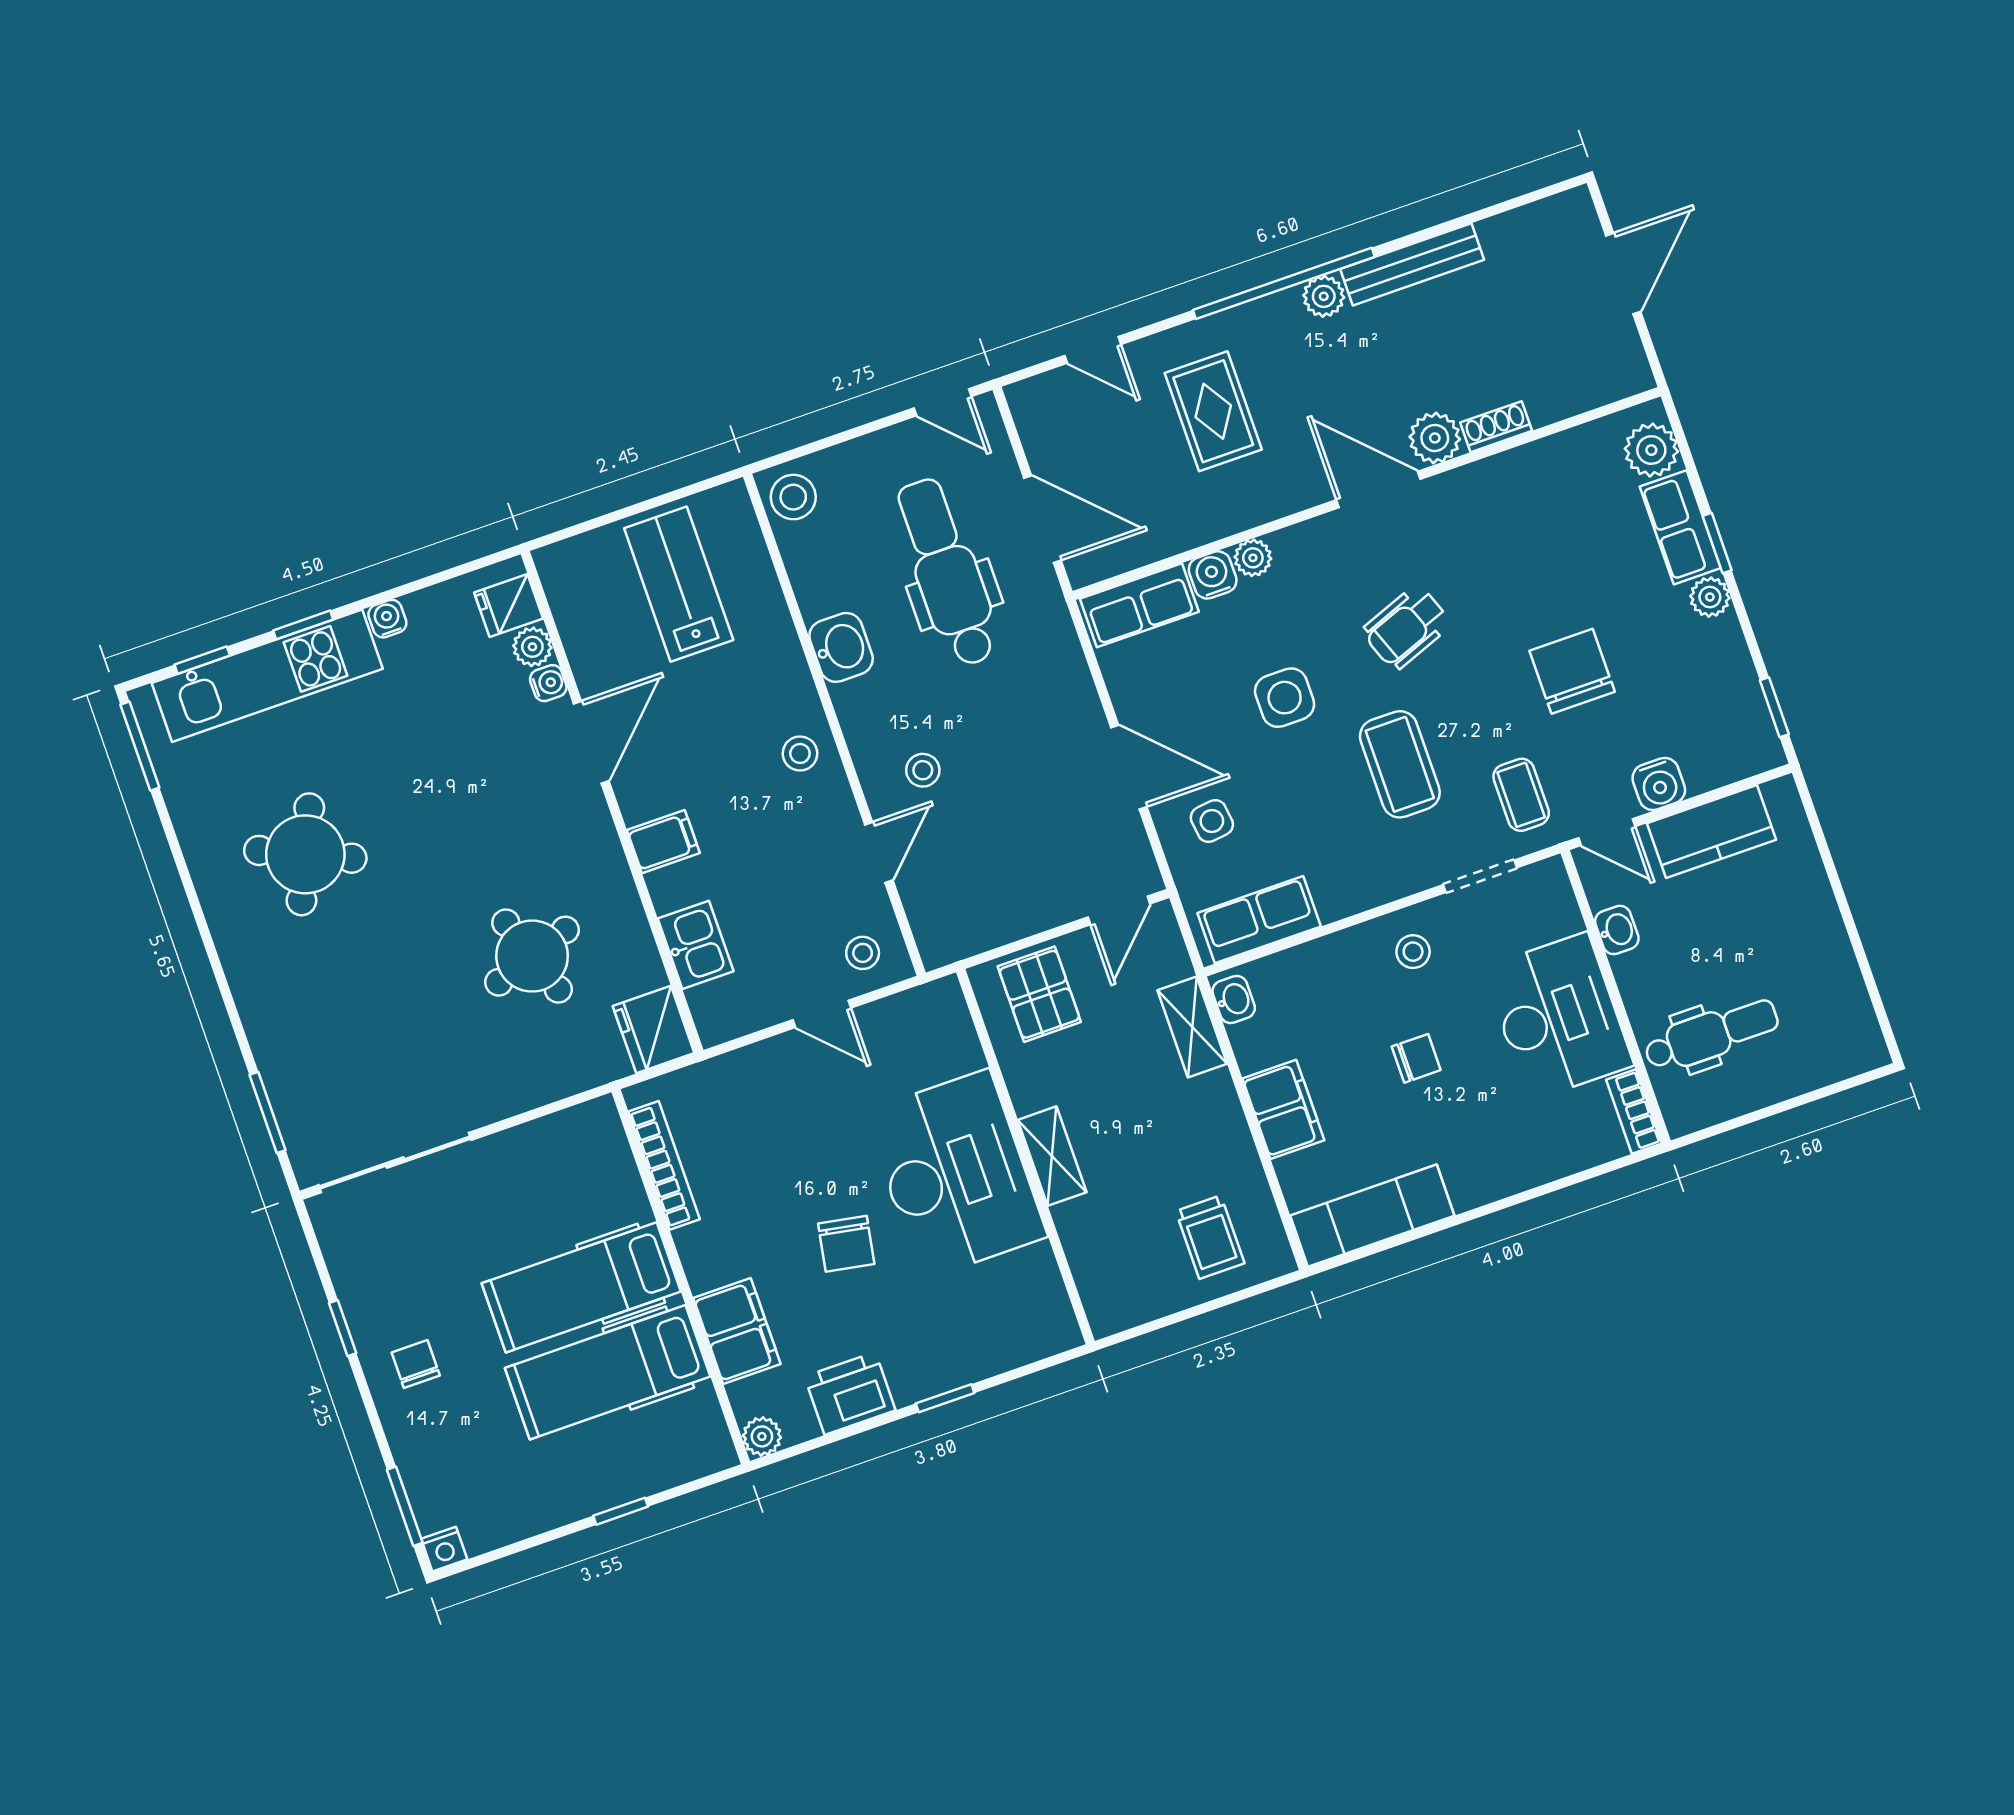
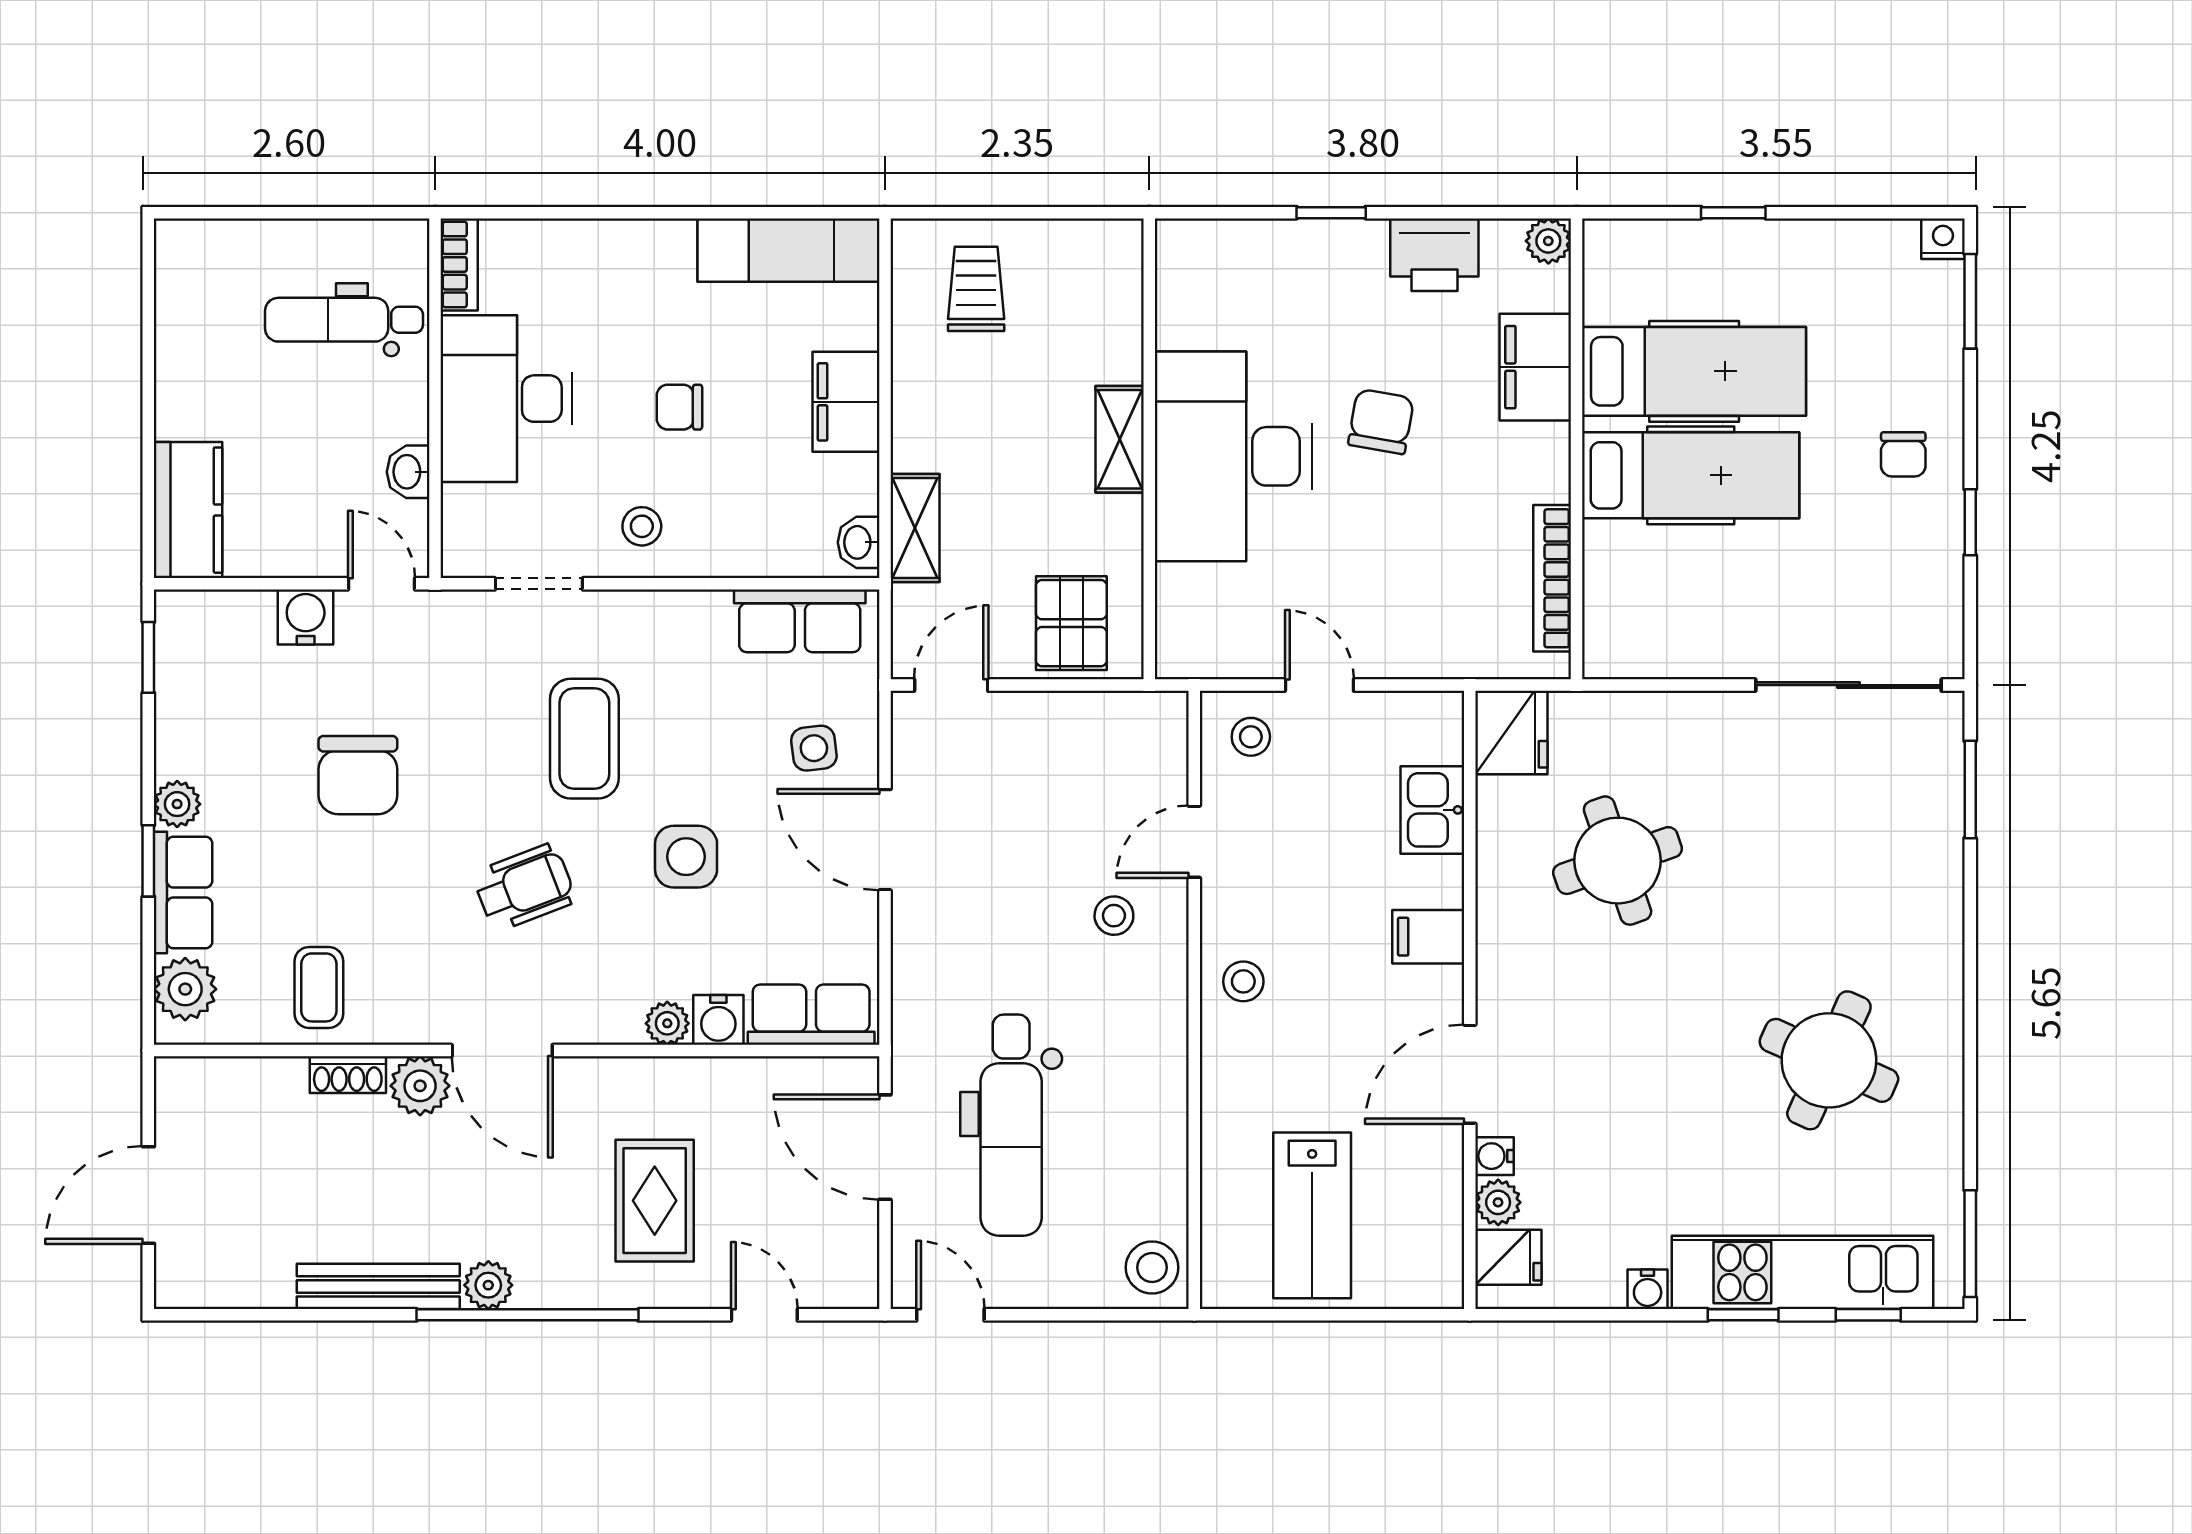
washbasin: (841, 647) -> (1157, 1083), removed
coffee table: (1521, 795) -> (319, 987), moved
kitchen counter: (1712, 832) -> (188, 510), moved, turned 90

